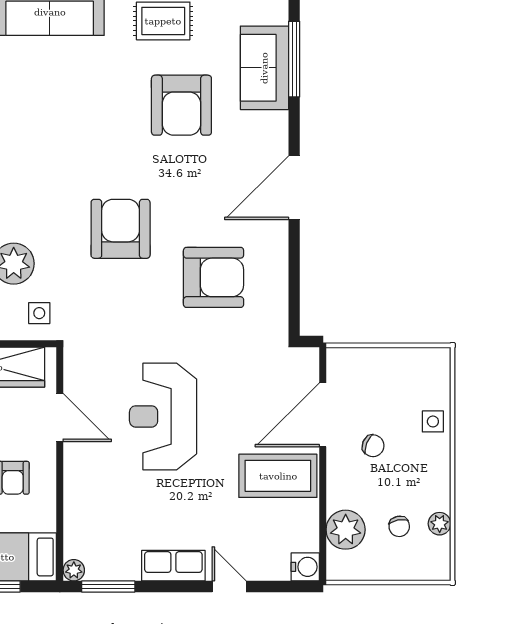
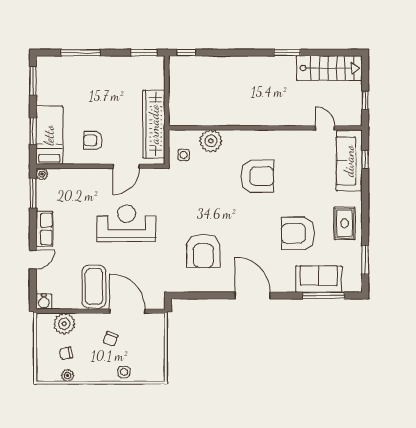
armchair: (121, 229) -> (257, 176), moved

